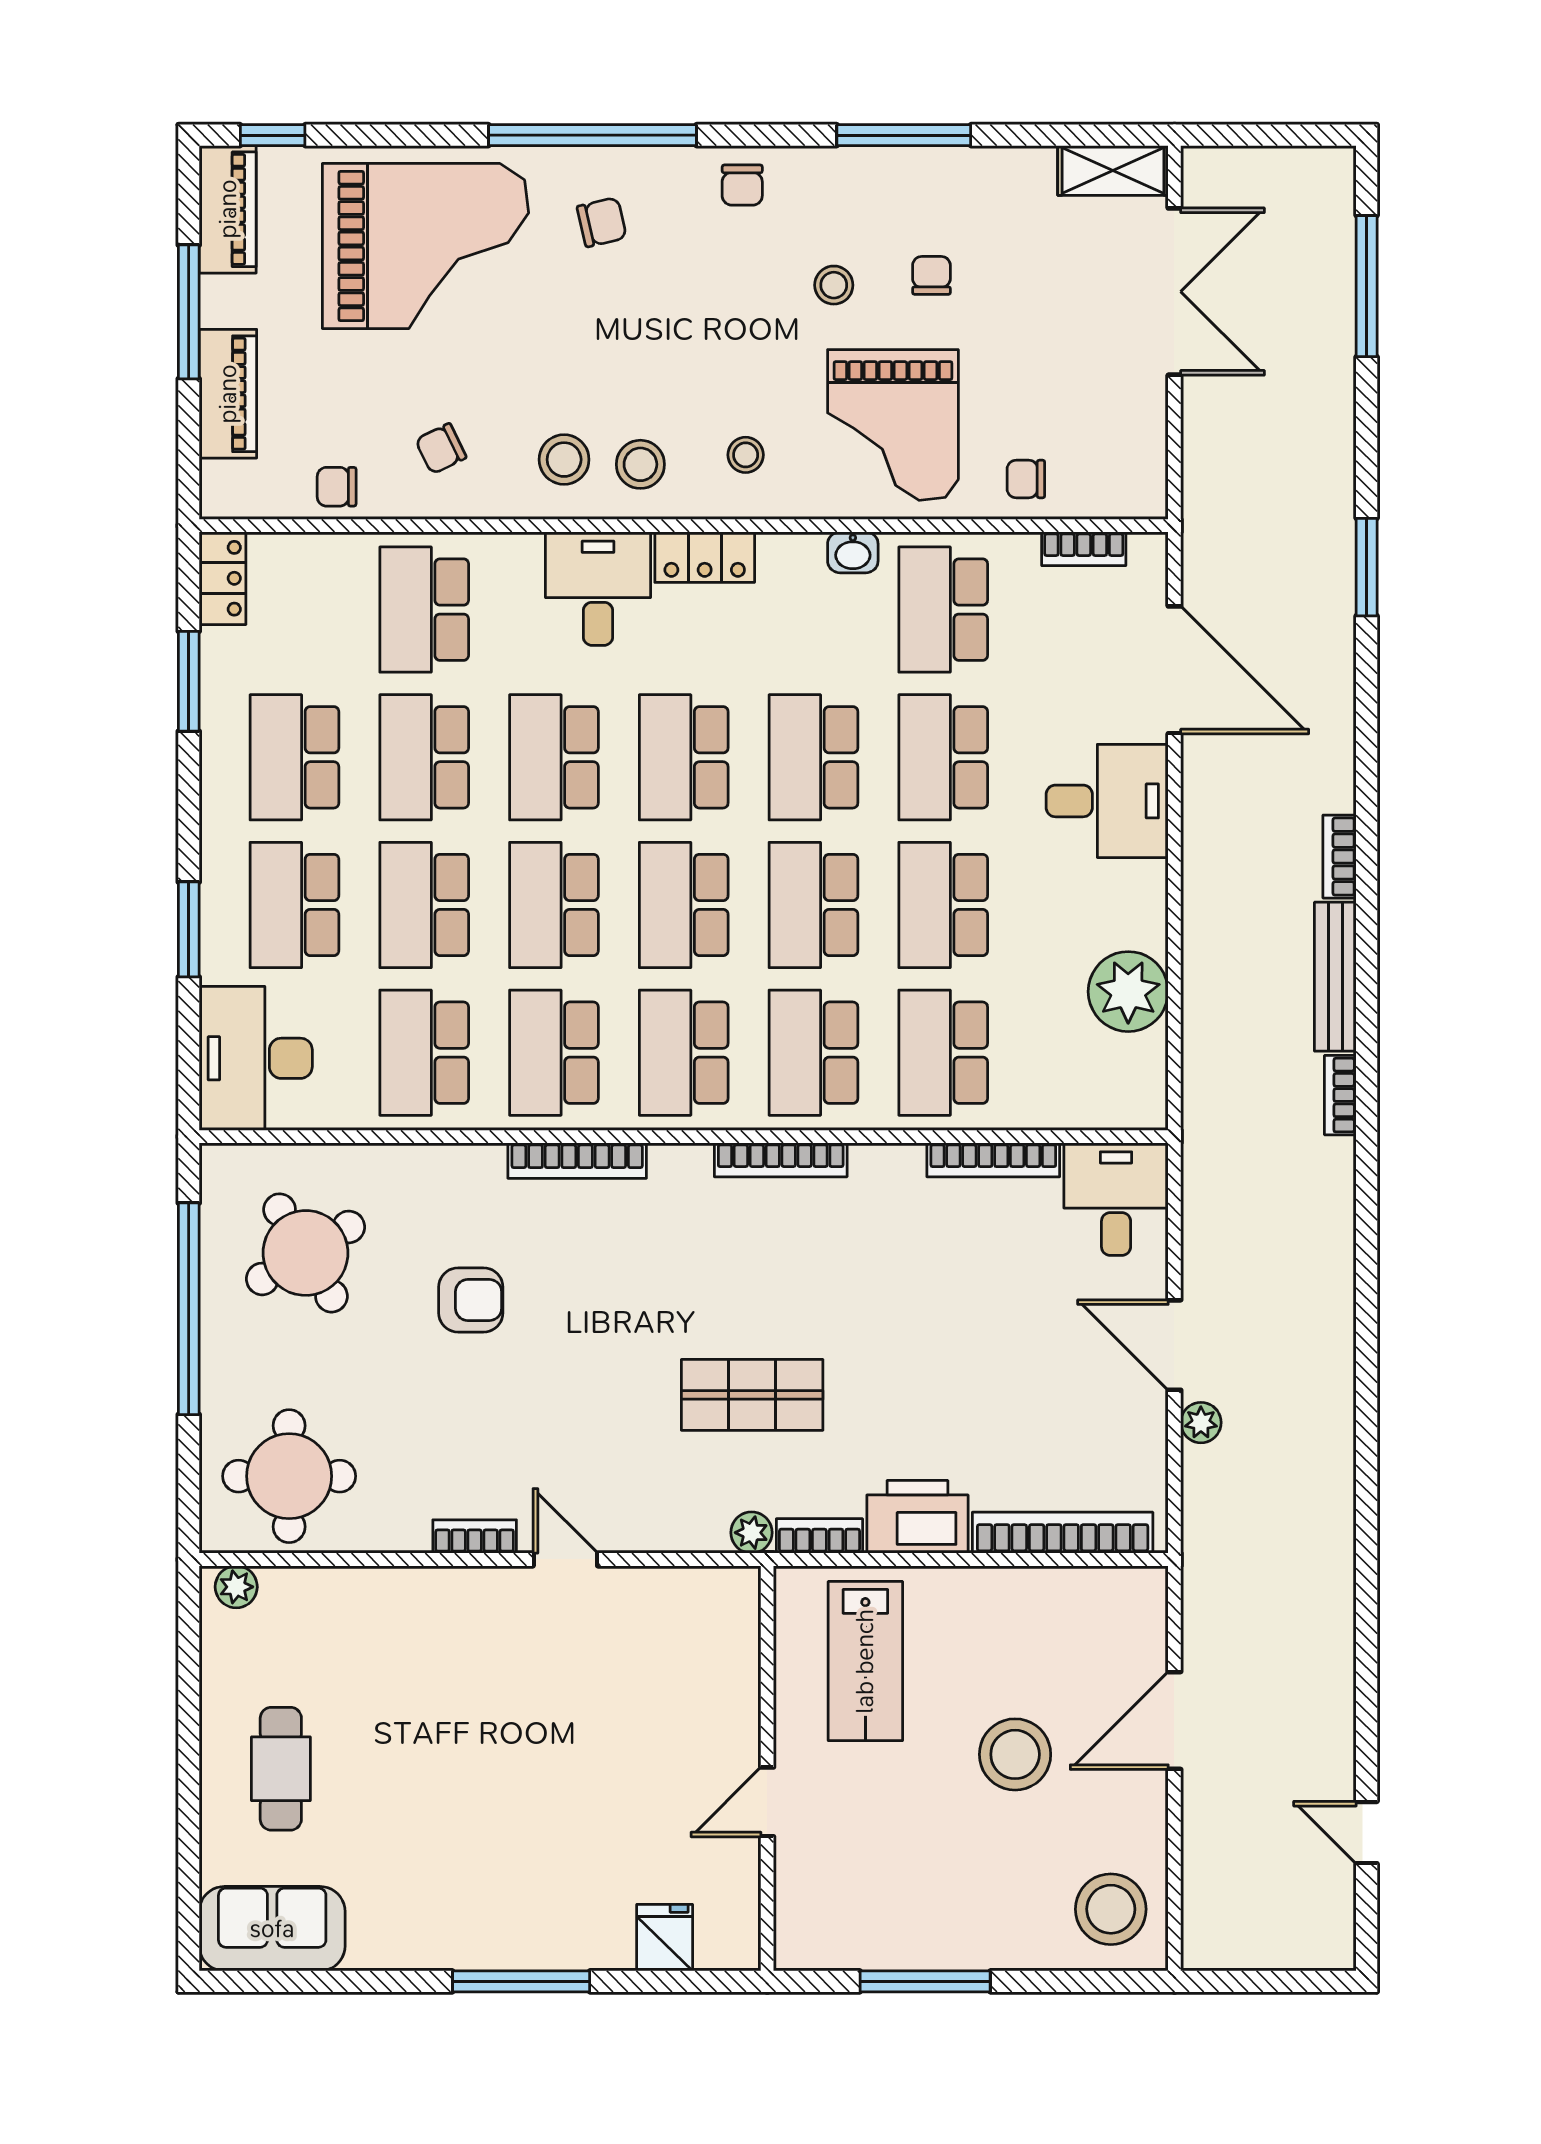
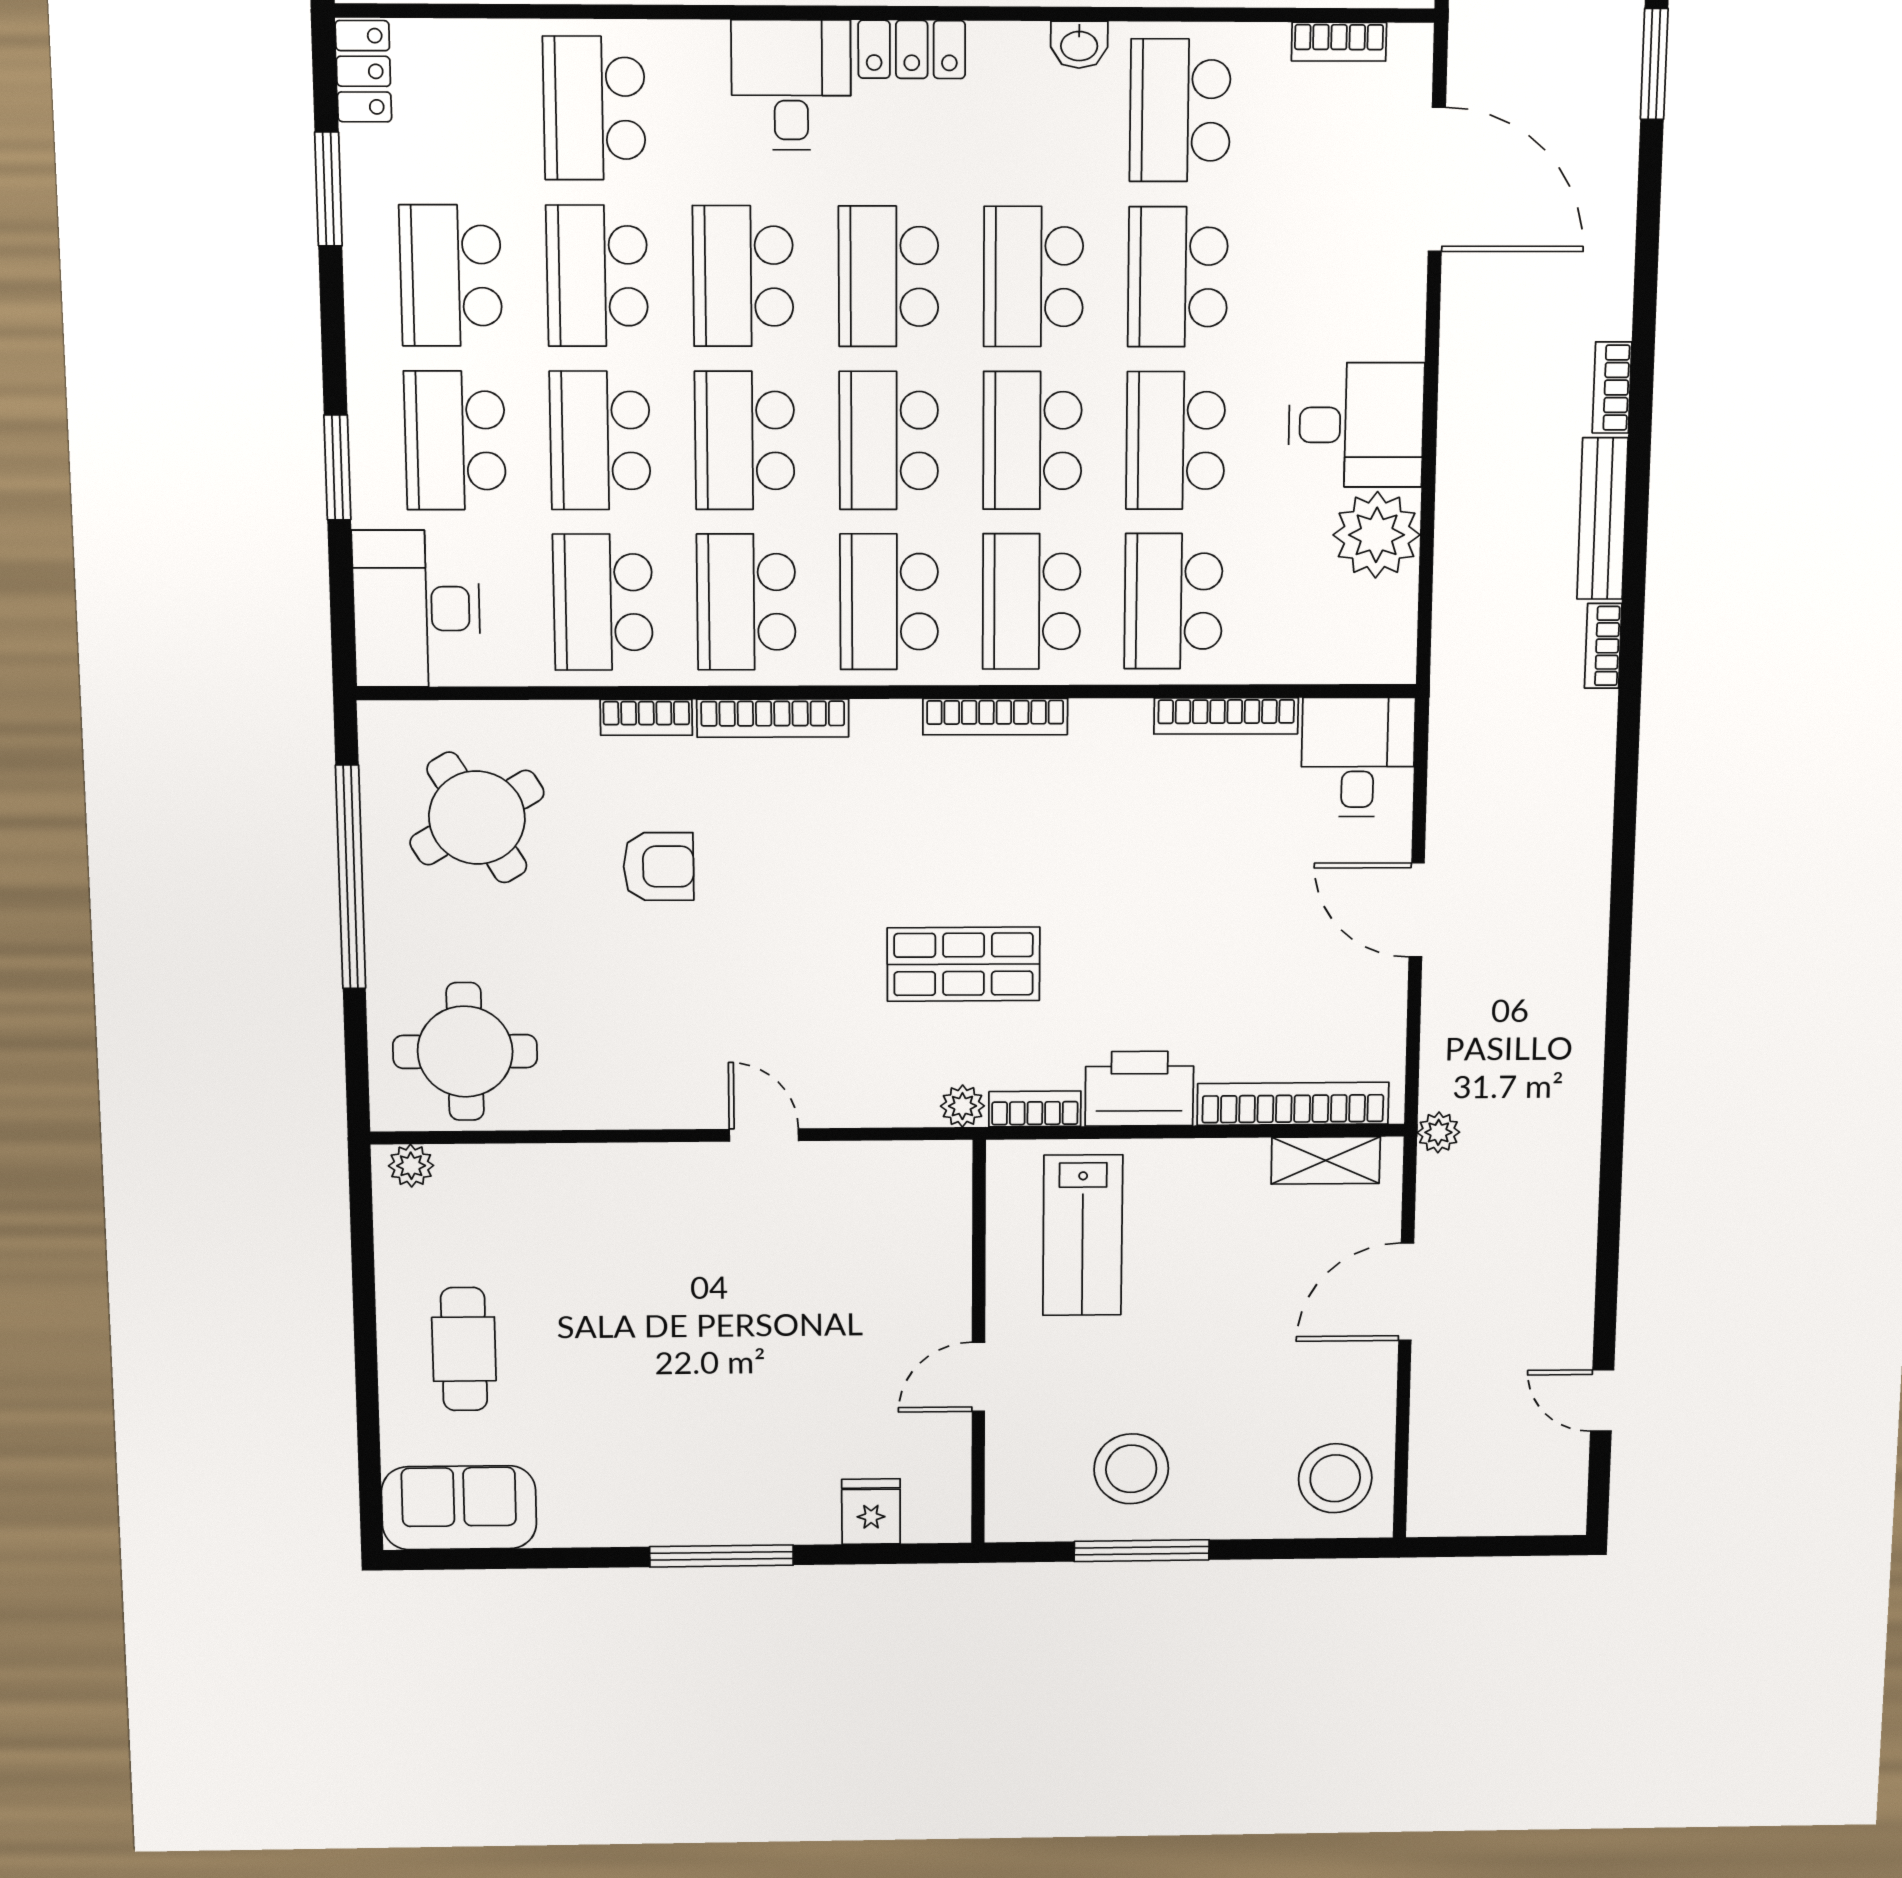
desk: (1107, 801) -> (1356, 425), moved
plant: (1201, 1423) -> (1438, 1132), moved
bookcase: (475, 1536) -> (646, 717), moved, turned 180
shelving: (1095, 1589) -> (1326, 1160), added
stool: (1015, 1754) -> (1131, 1469), moved

